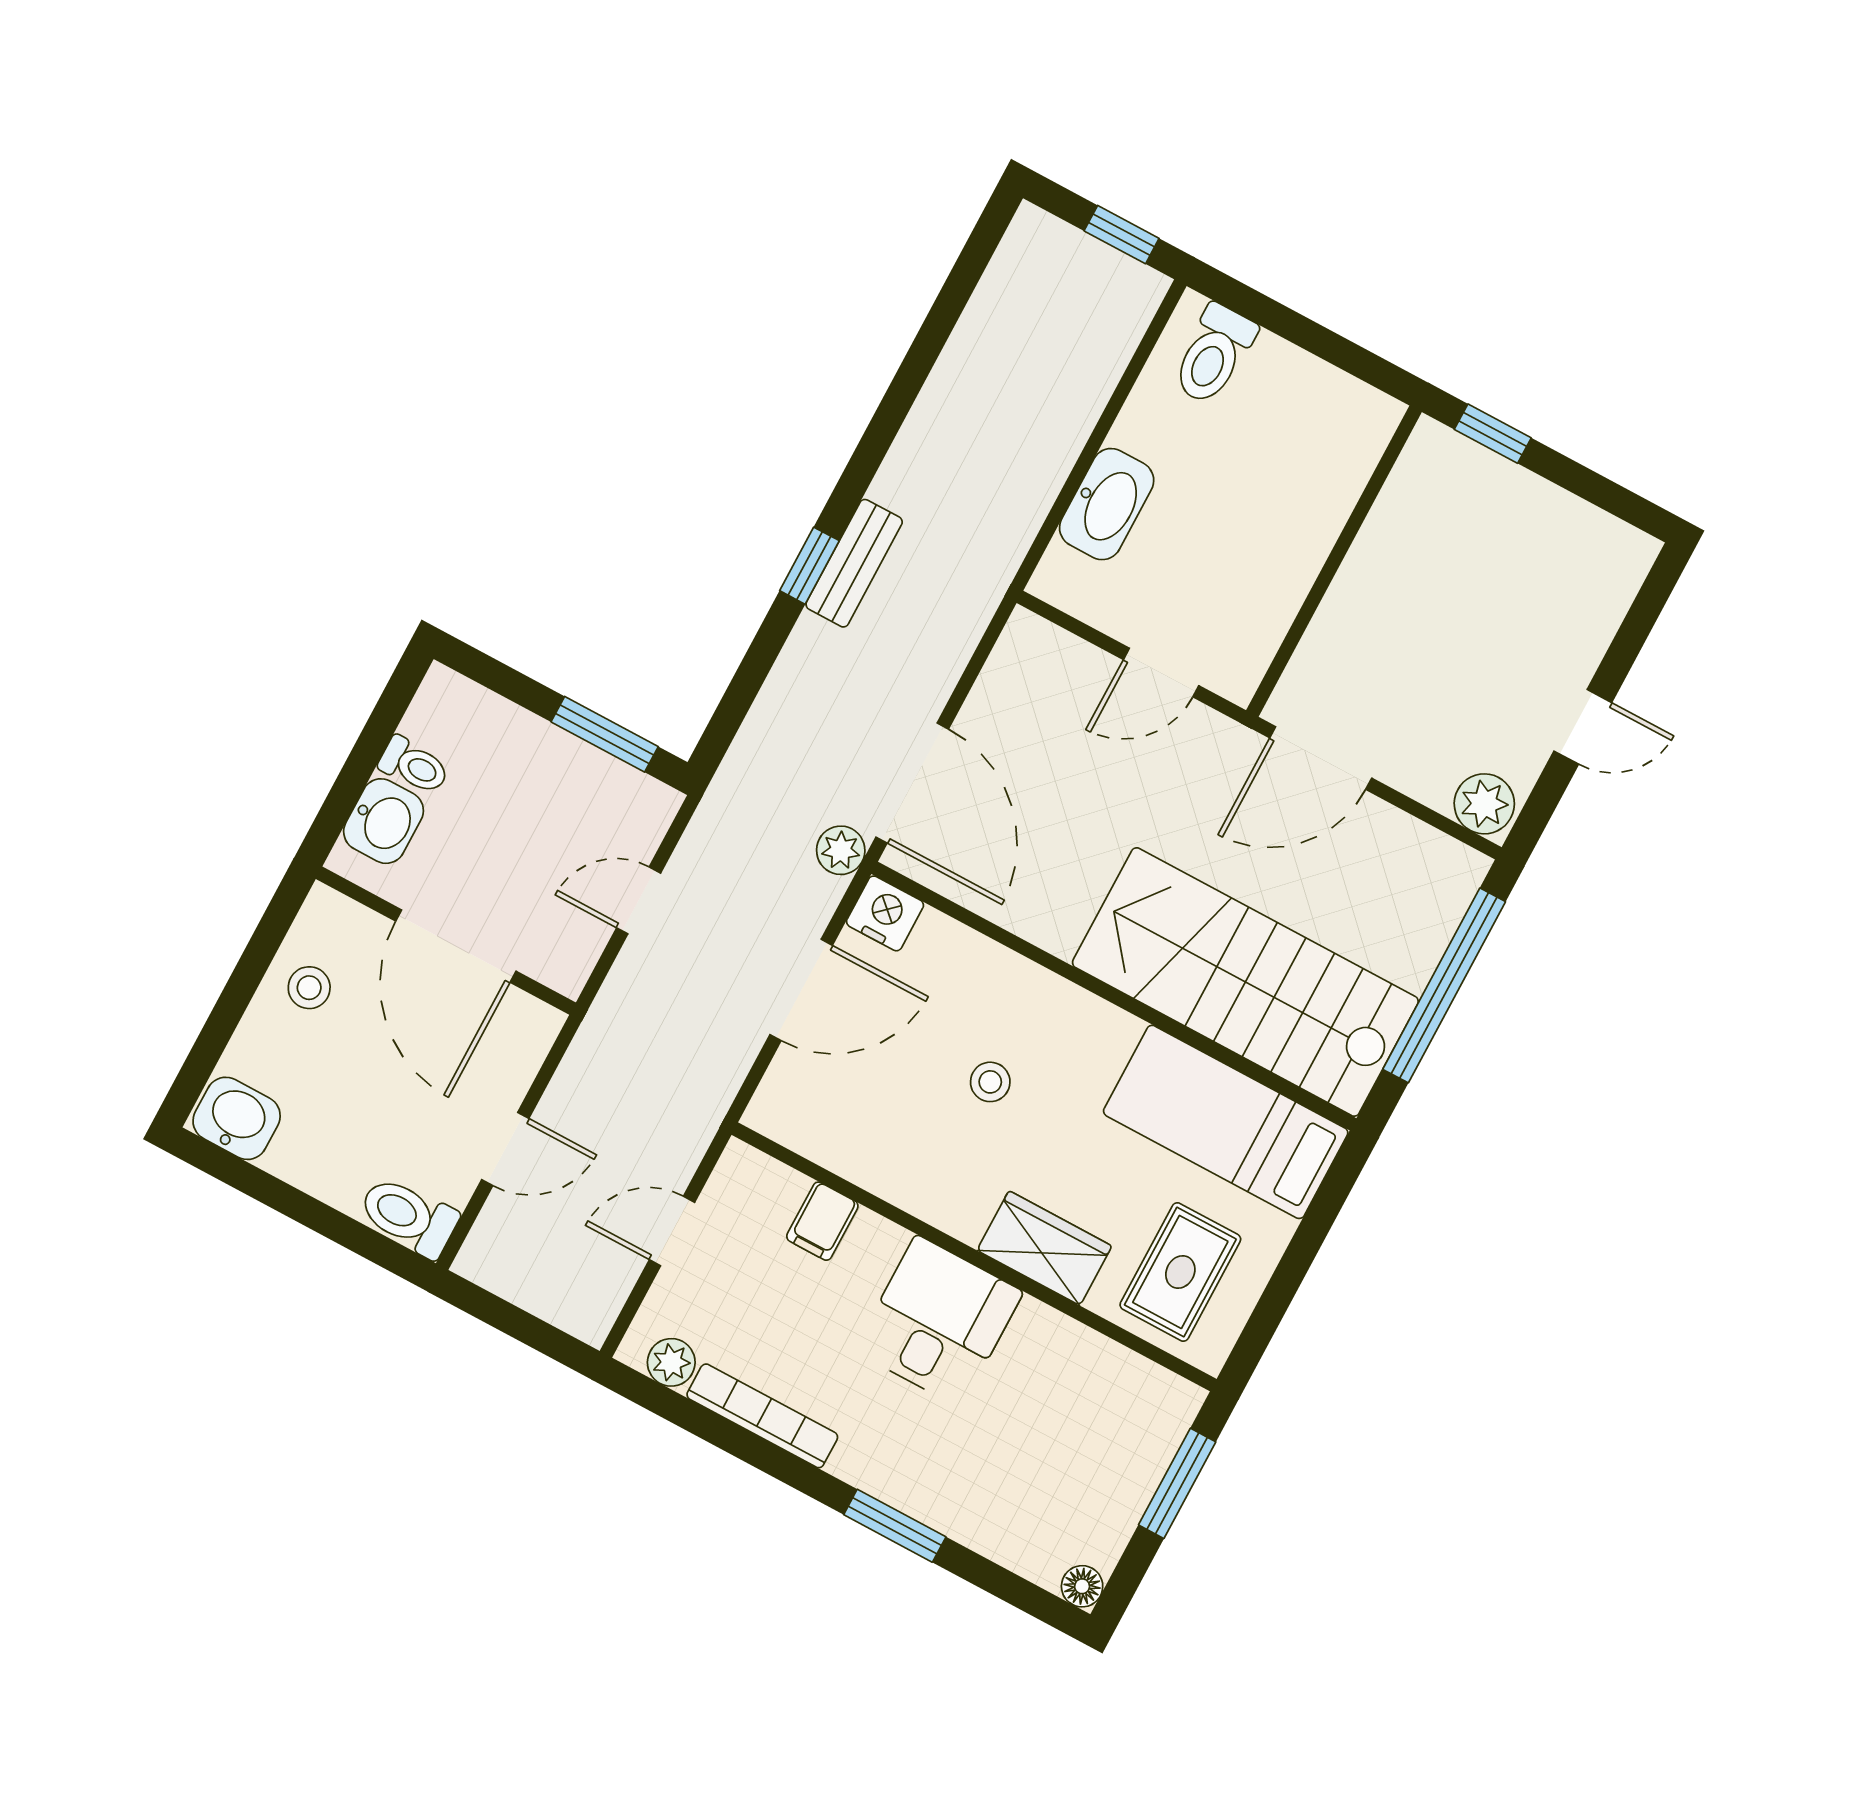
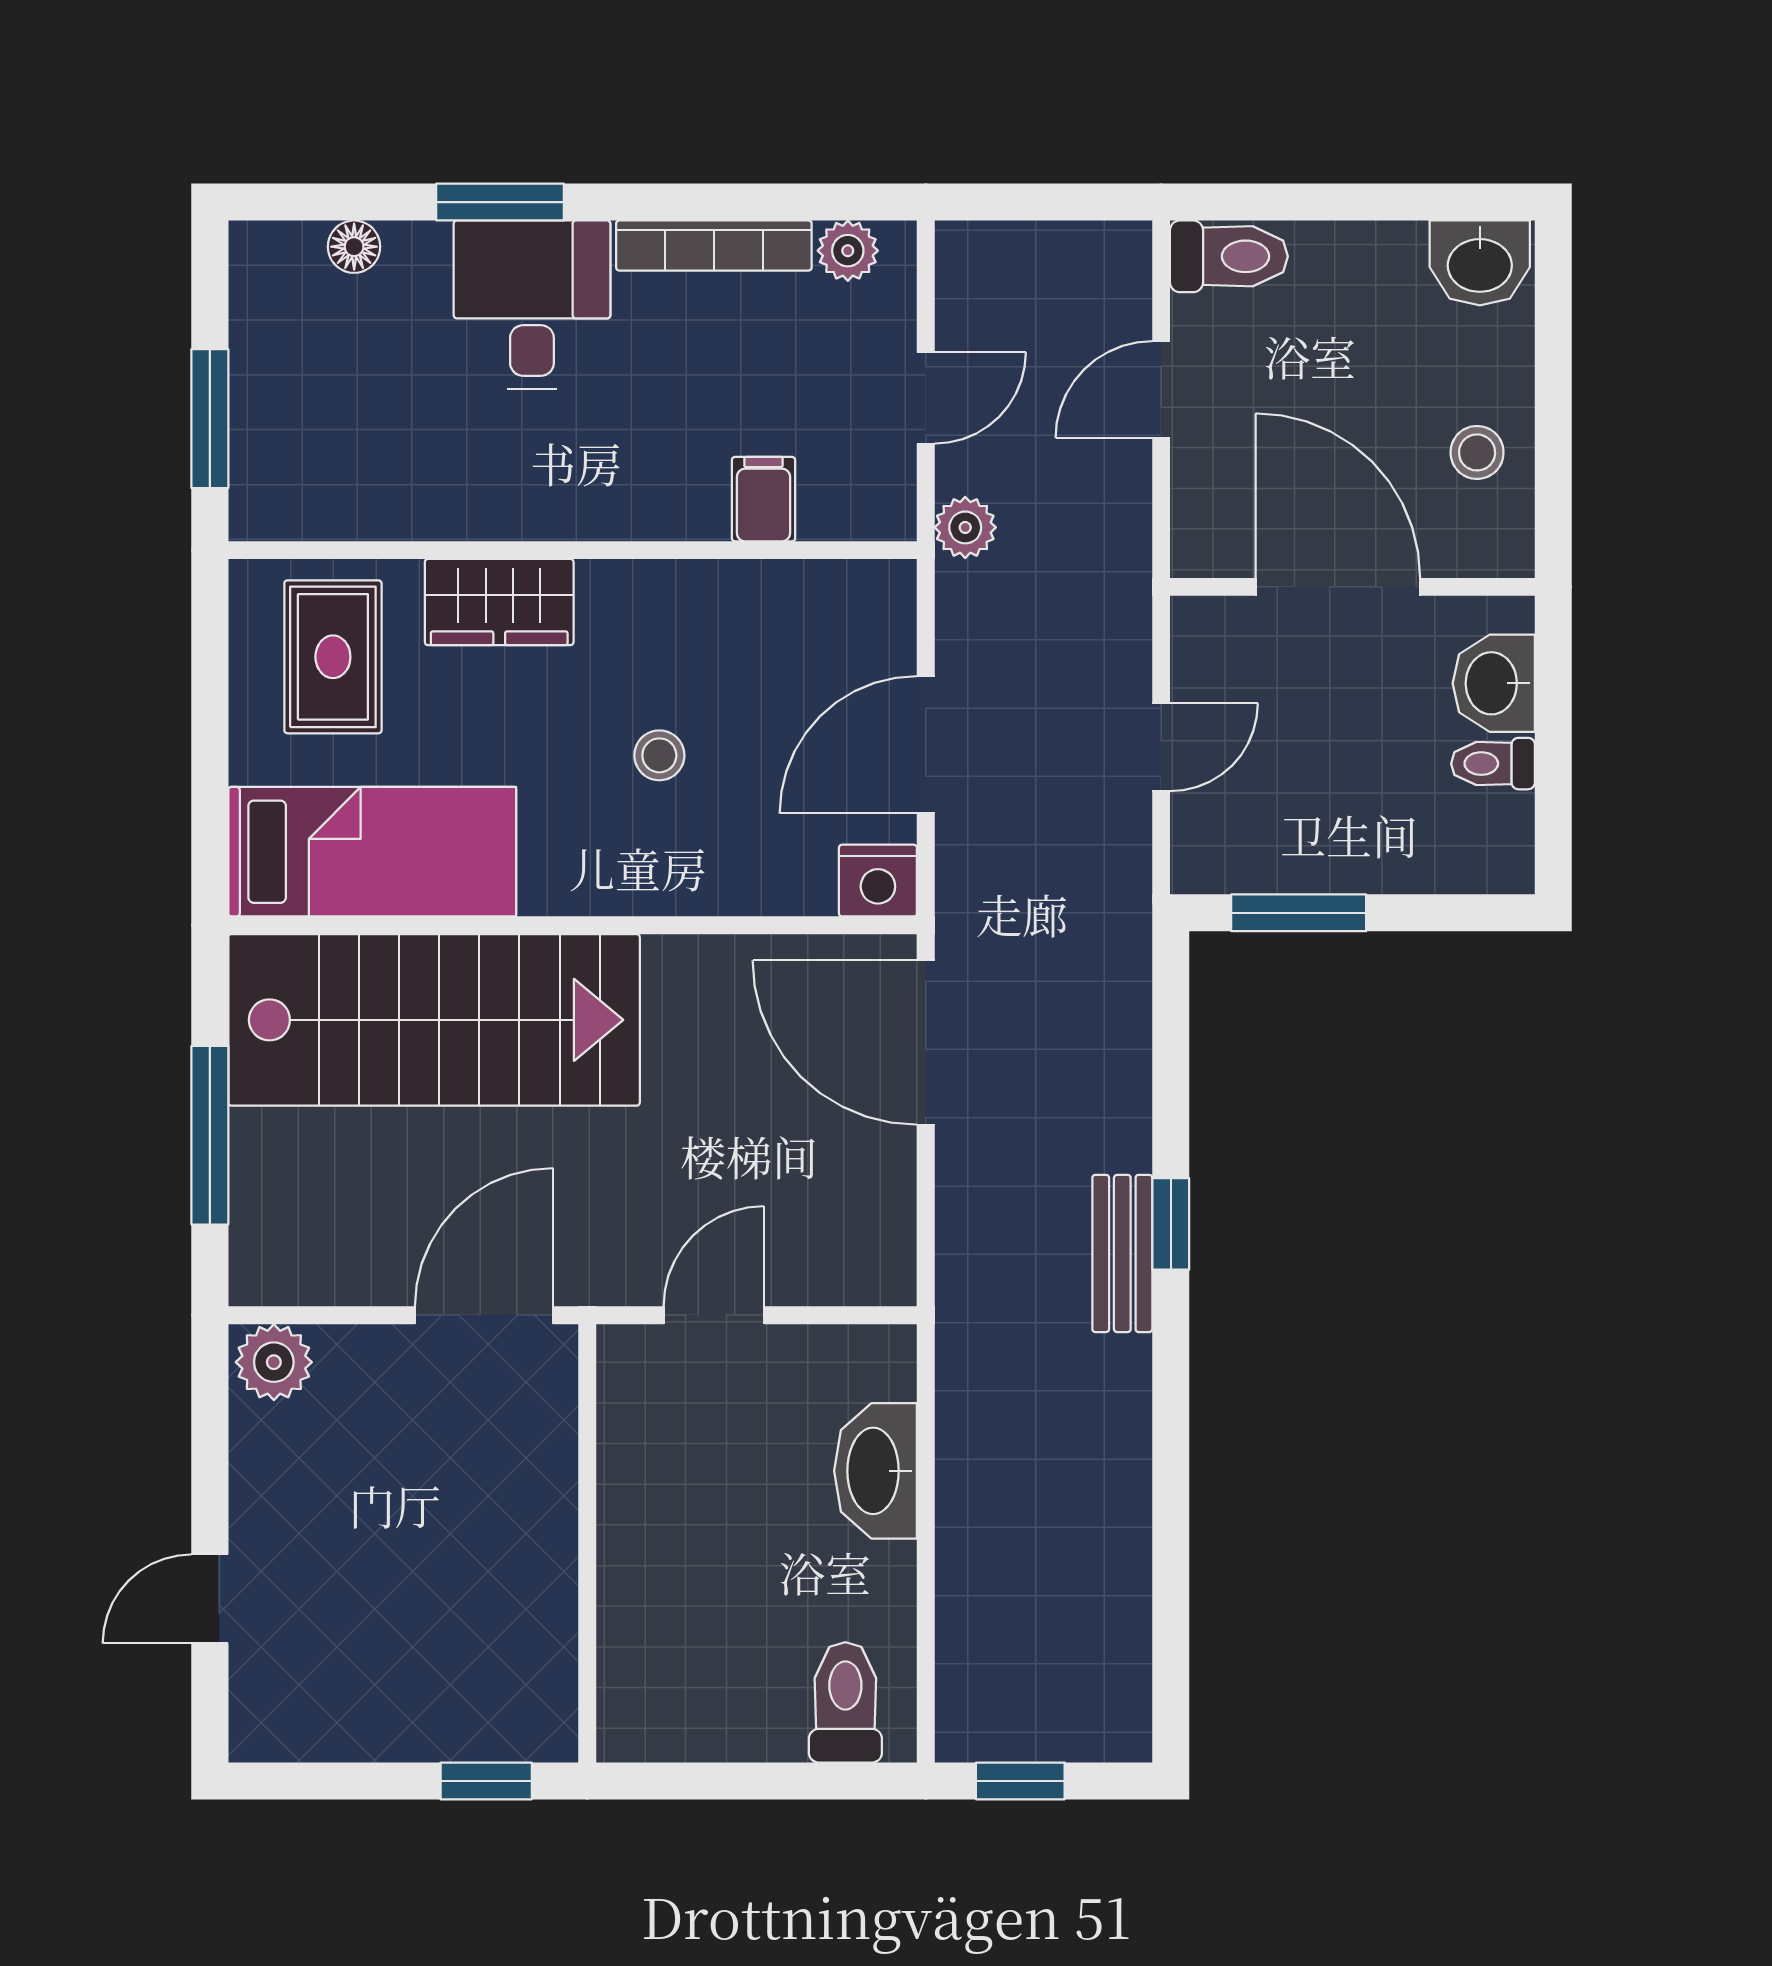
door: (1583, 727) -> (210, 1599), moved
plant: (841, 850) -> (965, 527), moved
window: (1444, 985) -> (210, 1135), width x0.68
desk: (939, 1321) -> (532, 305), moved, turned 180
floor lamp: (1082, 1586) -> (354, 247), moved

